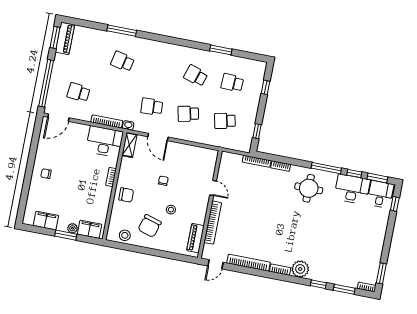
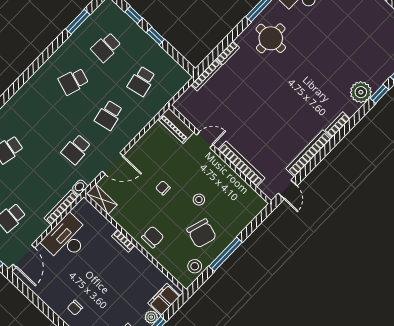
window: (221, 50) -> (78, 22), moved
window: (257, 131) -> (155, 36), moved
desk: (105, 142) -> (66, 239), moved
piano: (196, 238) -> (176, 126), moved
window: (146, 251) -> (226, 254), added
plant: (300, 269) -> (361, 92), moved

